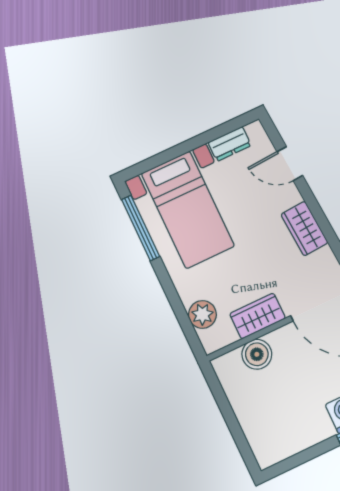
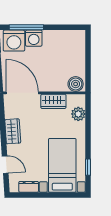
window: (141, 228) -> (88, 167), width x0.46
boiler: (257, 354) -> (76, 84), moved

